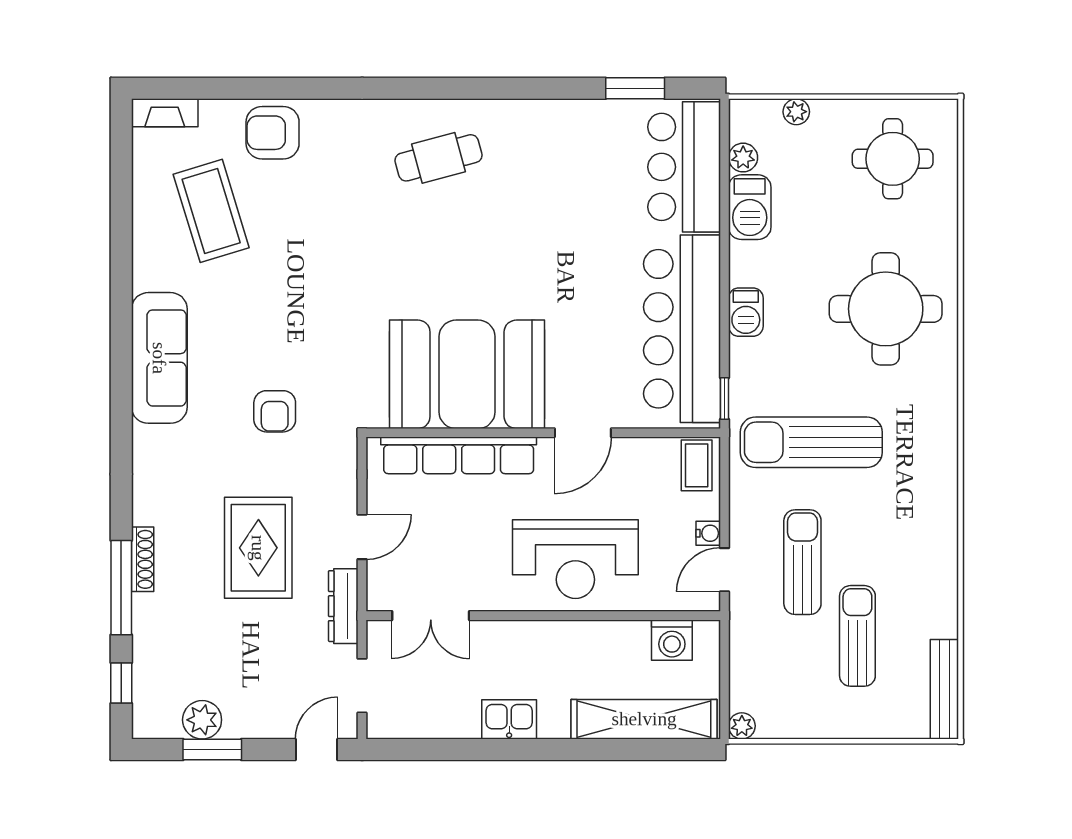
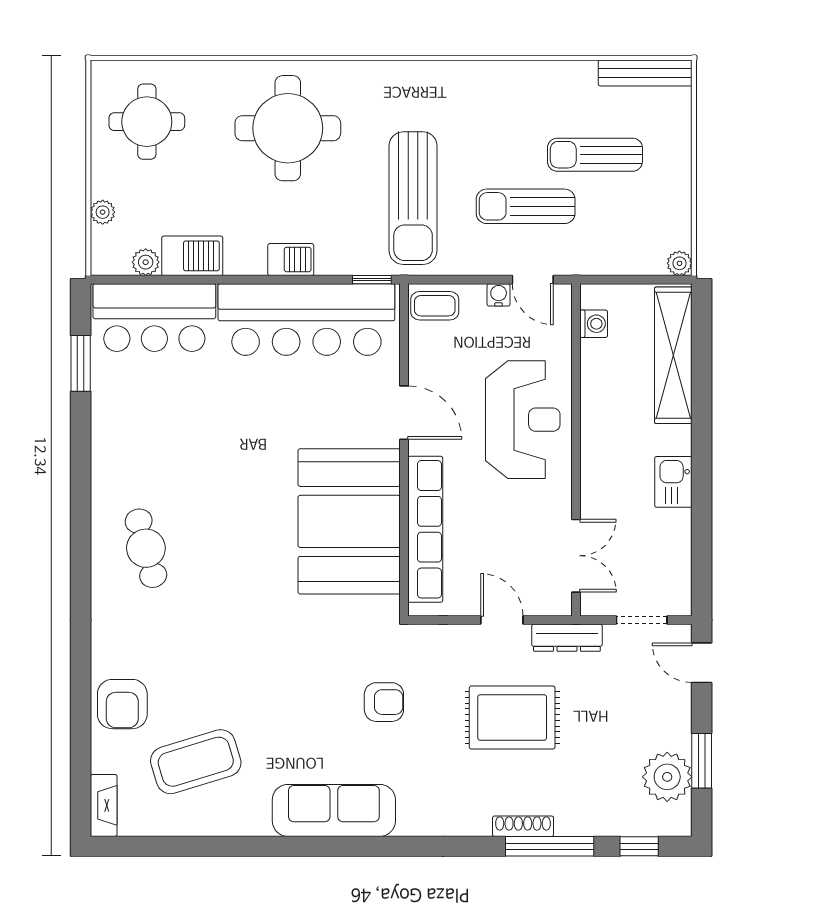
washing machine: (672, 640) -> (594, 324), width x0.73, depth x0.73
plant: (202, 720) -> (667, 777), width x1.36, depth x1.36

